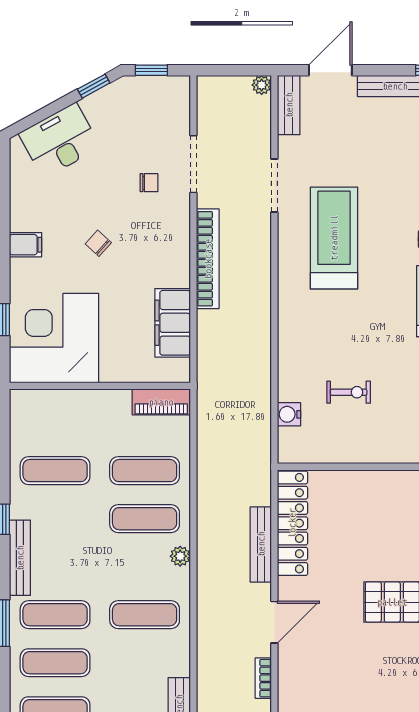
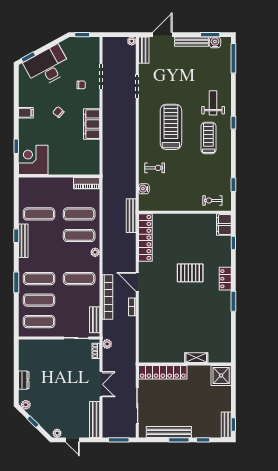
window: (94, 86) -> (28, 57), moved
desk: (60, 141) -> (48, 66), width x1.36, depth x1.30
treadmill: (334, 238) -> (171, 127), moved
bookcase: (208, 259) -> (107, 297), moved
filing cabinet: (173, 323) -> (92, 124), moved
corner desk: (54, 338) -> (33, 160), width x0.74, depth x0.74
exercise bike: (349, 392) -> (155, 168), moved
bench: (261, 544) -> (131, 216), moved
bench: (20, 558) -> (23, 241), moved
door: (274, 622) -> (137, 282), swing flipped

